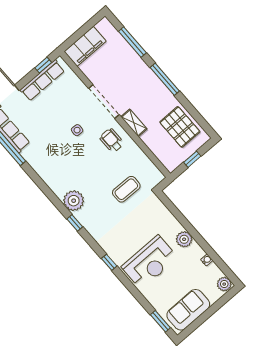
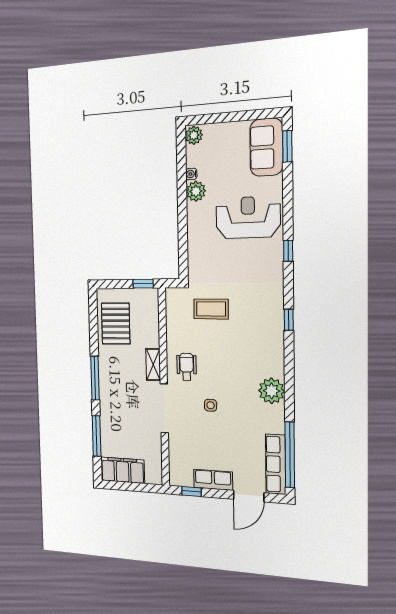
filing cabinet: (85, 46) -> (122, 470), moved
row of seats: (42, 80) -> (213, 480), width x0.68
wheelchair: (112, 140) -> (187, 367), turned 180
window: (192, 159) -> (143, 284), moved
plant: (74, 201) -> (272, 391), moved
plant: (184, 239) -> (196, 191), moved
sofa: (188, 310) -> (266, 147), moved, turned 90

